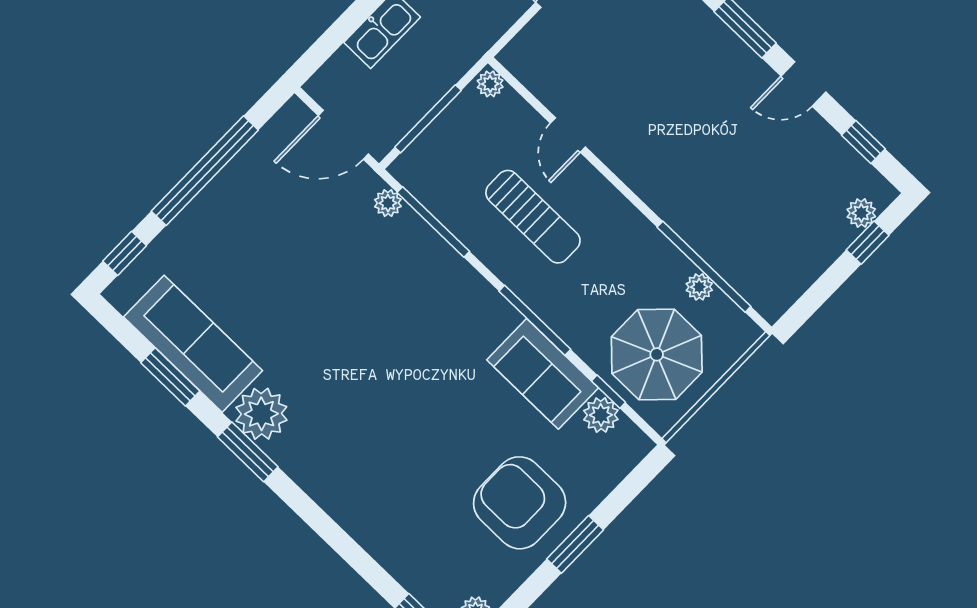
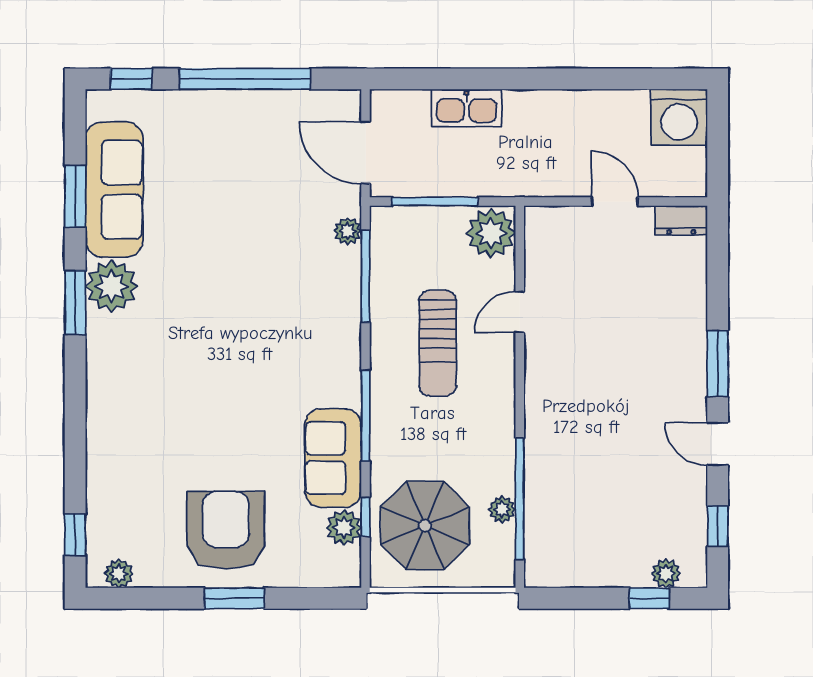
plant: (490, 84) -> (491, 233), width x1.88, depth x1.88

